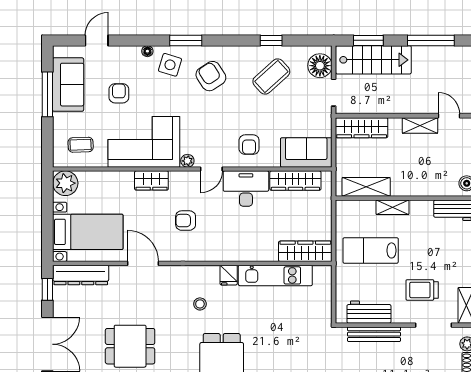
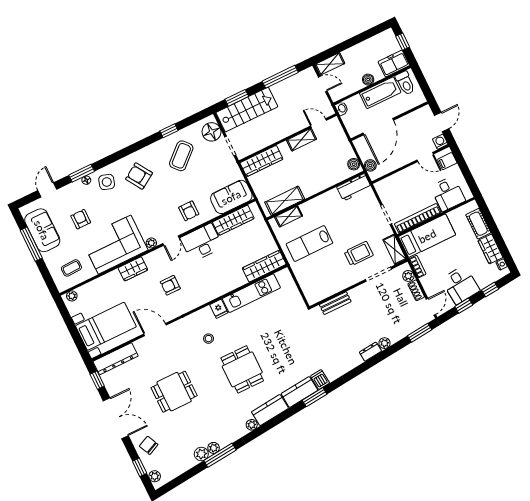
window: (186, 40) -> (82, 173), moved
plant: (65, 183) -> (72, 296), width x0.53, depth x0.53
shelving: (392, 207) -> (289, 216), moved
trolley: (422, 290) -> (359, 254), turned 180
workbench: (369, 312) -> (329, 287), removed
bench: (374, 334) -> (335, 303), width x0.73

